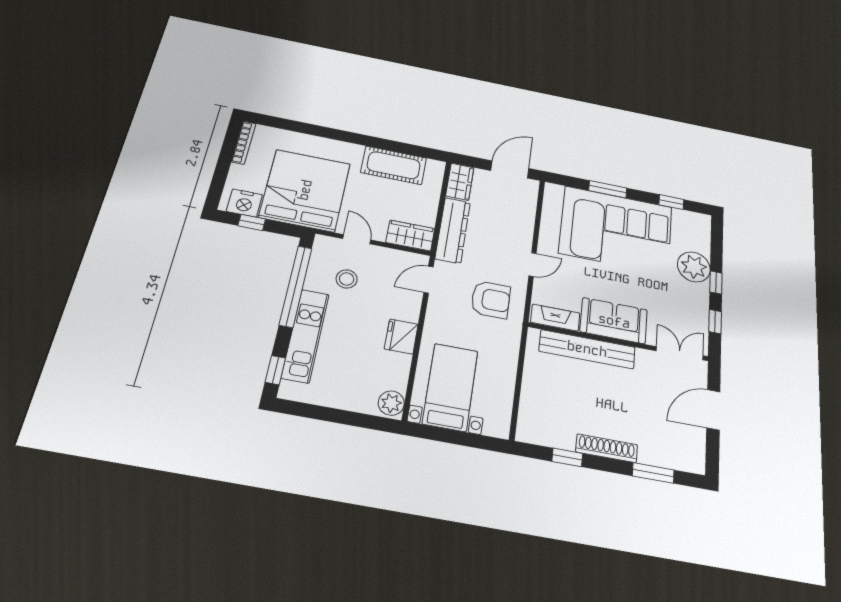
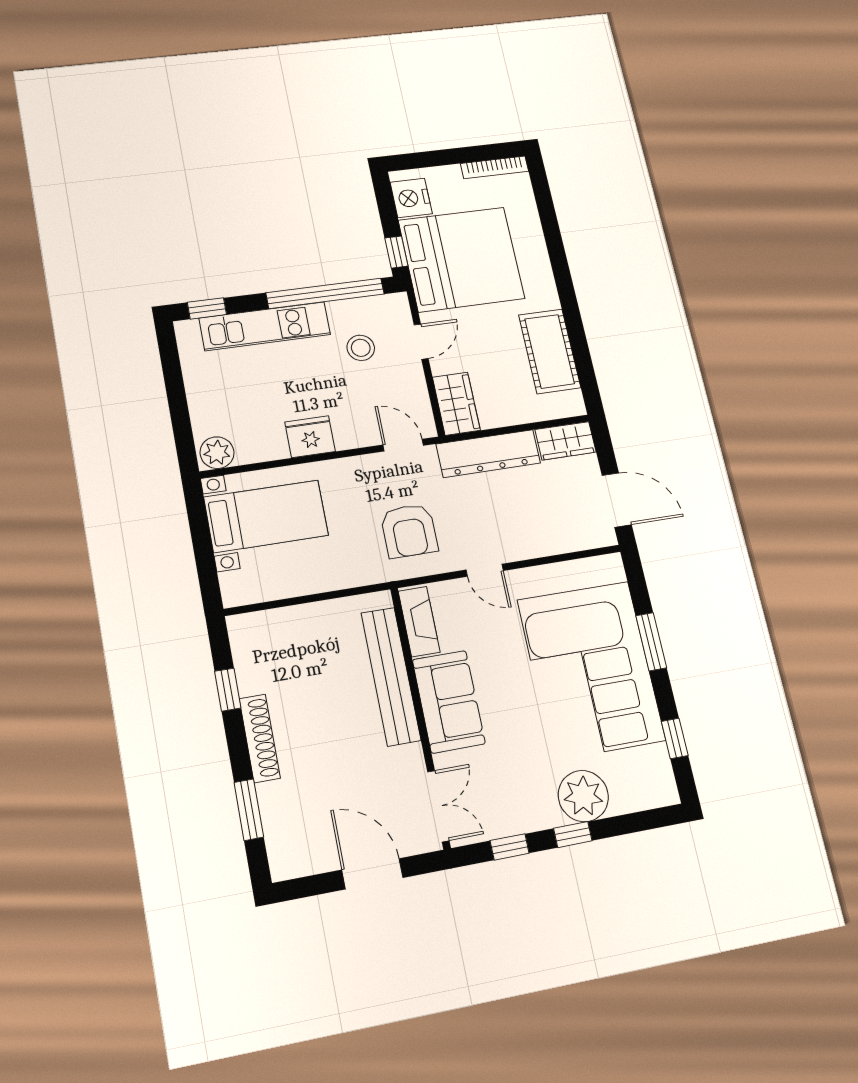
window: (252, 222) -> (396, 252), moved

